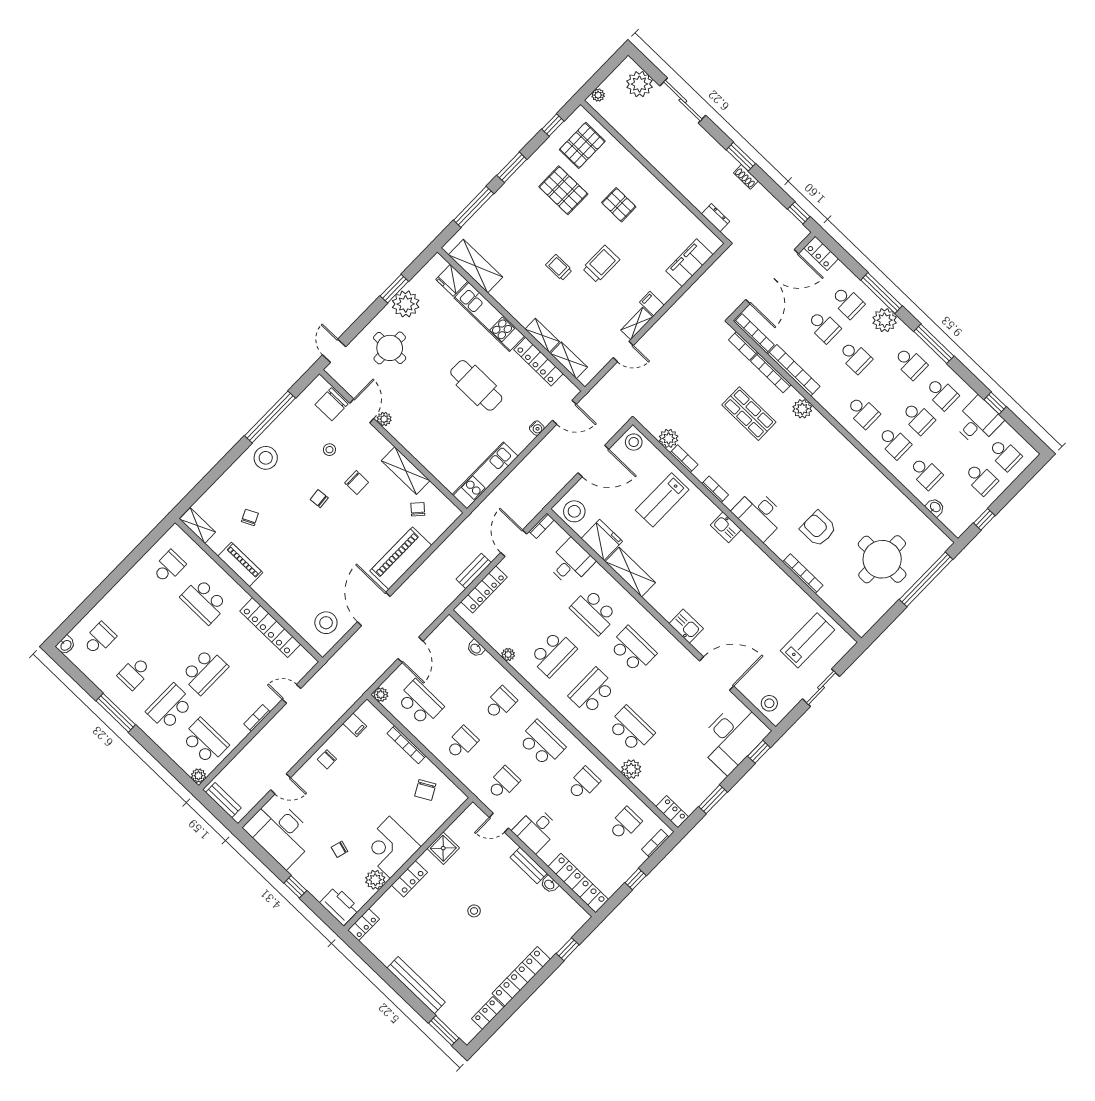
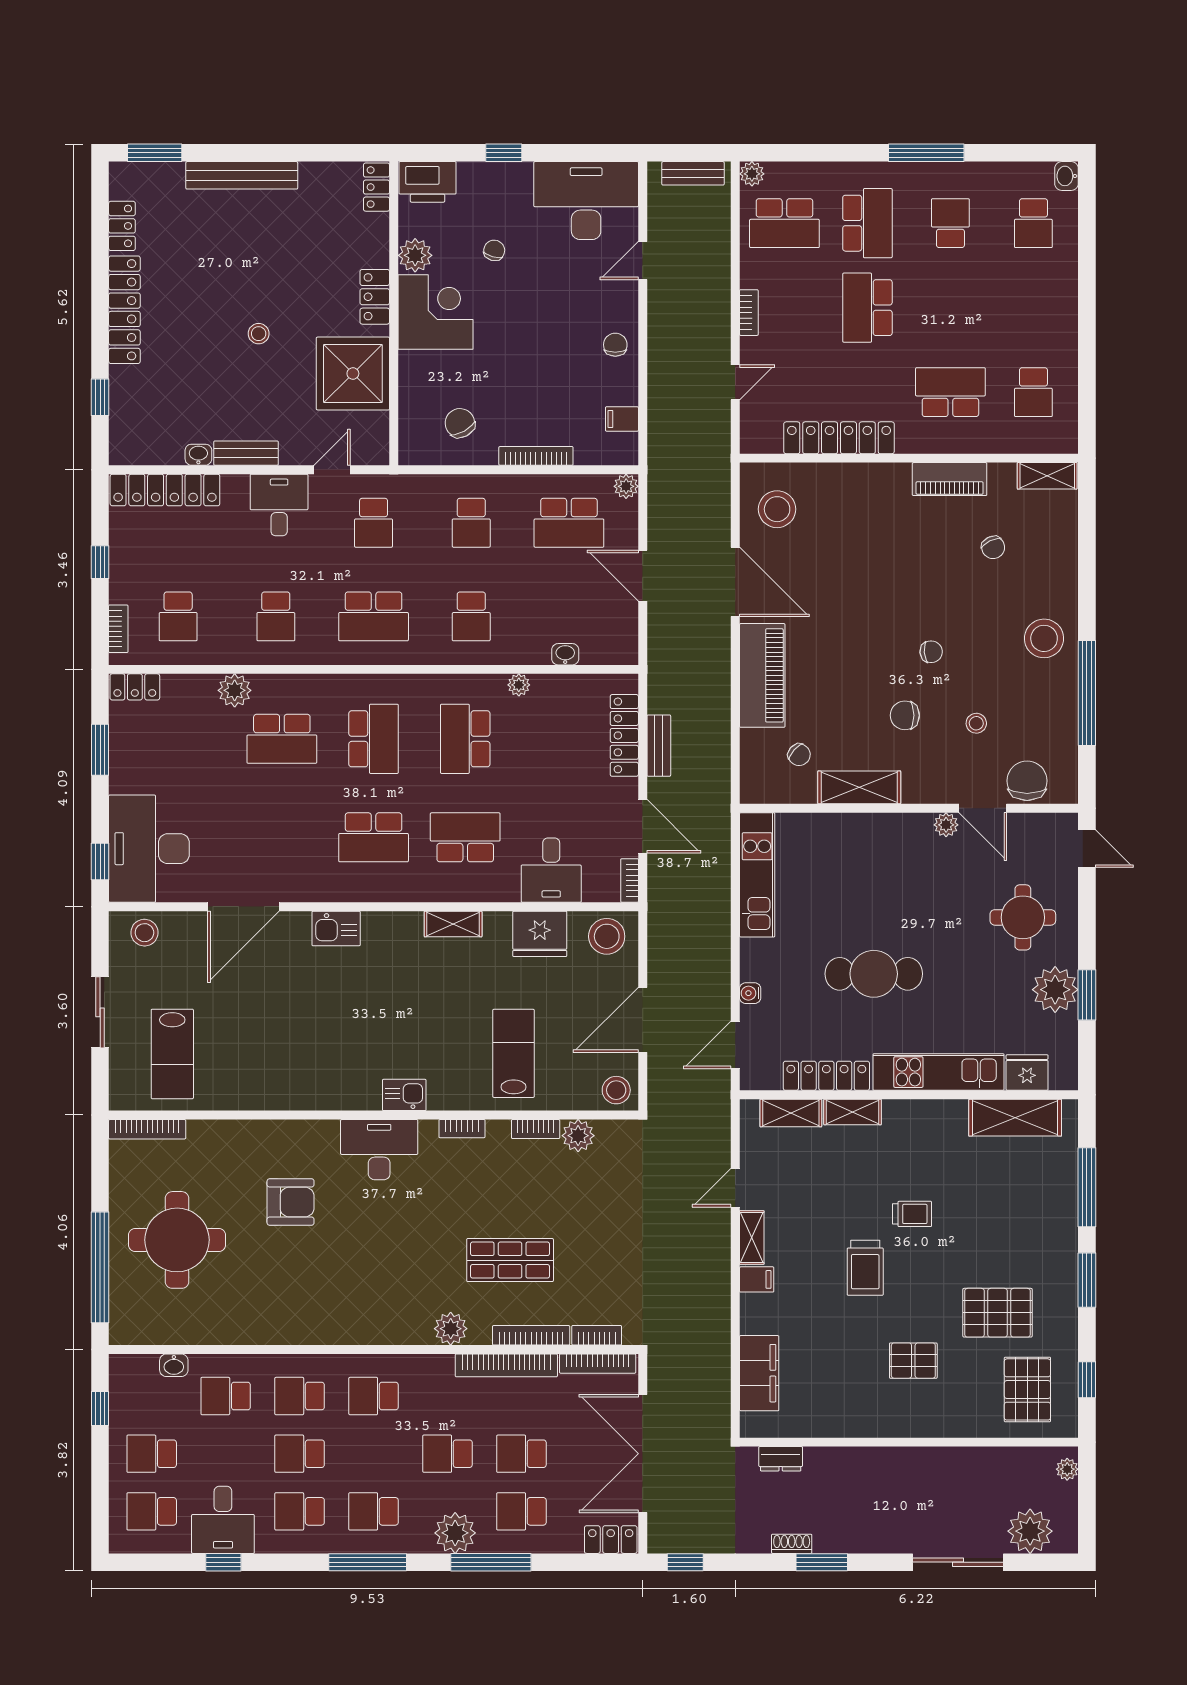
shelving: (630, 572) -> (453, 924), width x0.67, depth x0.75
bookcase: (803, 574) -> (147, 1129), moved
shower: (443, 848) -> (353, 374), width x1.86, depth x1.86

